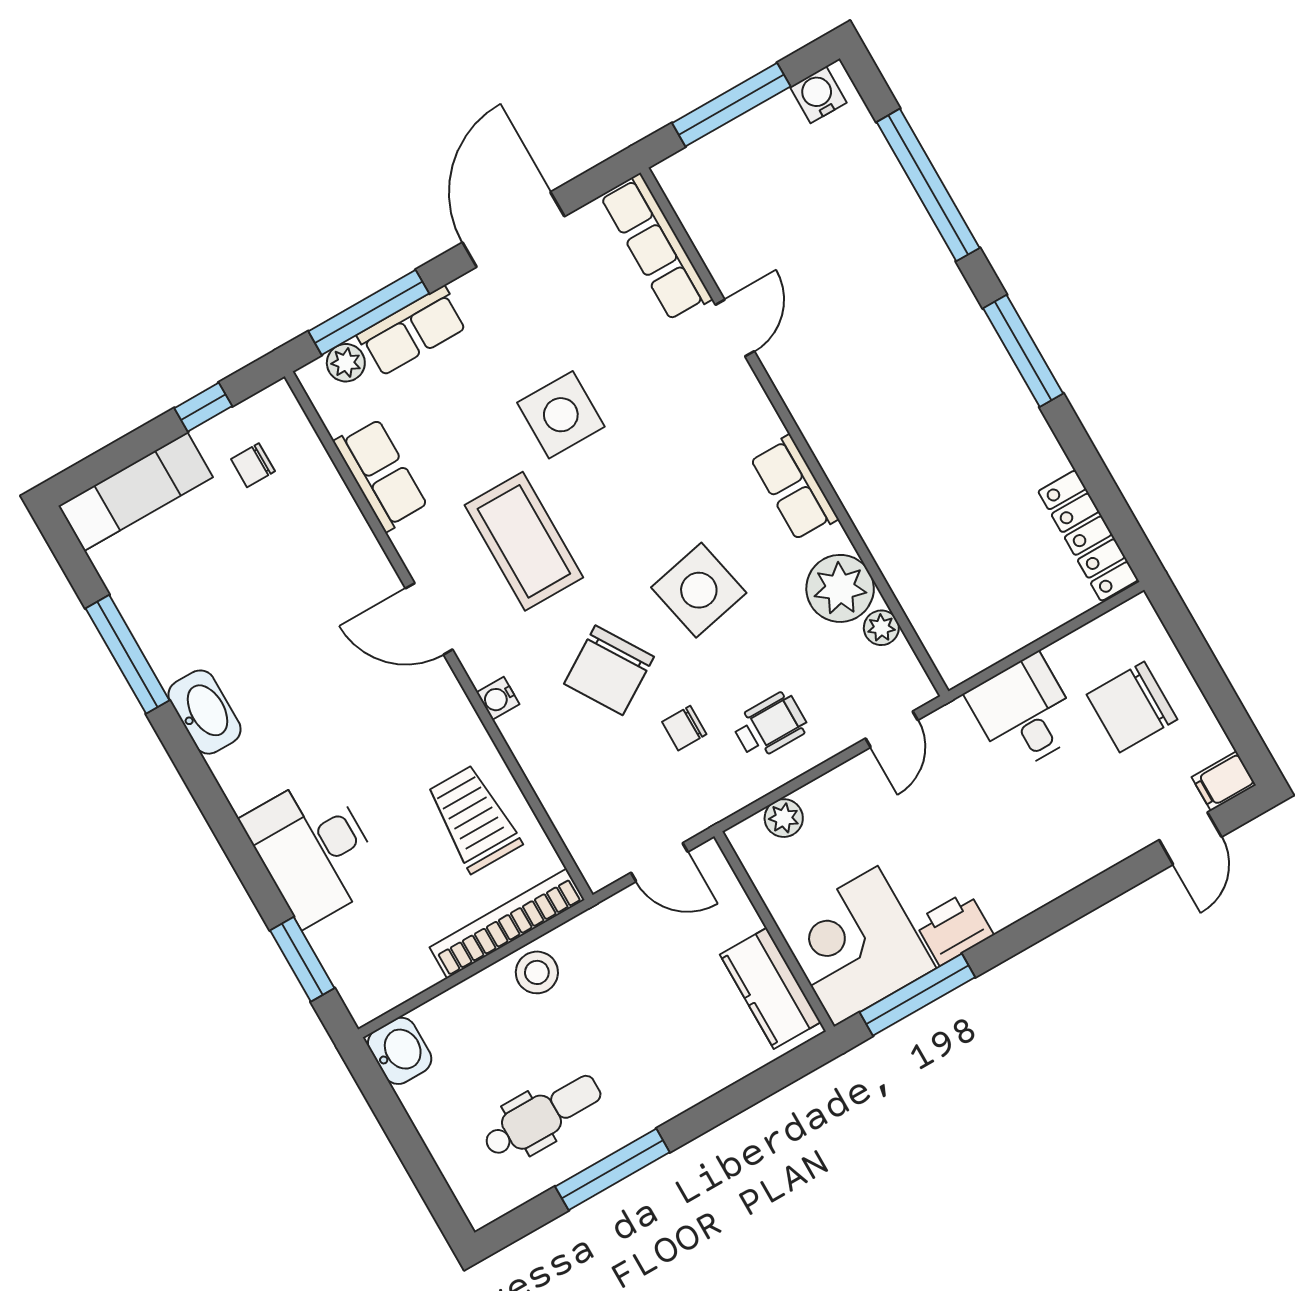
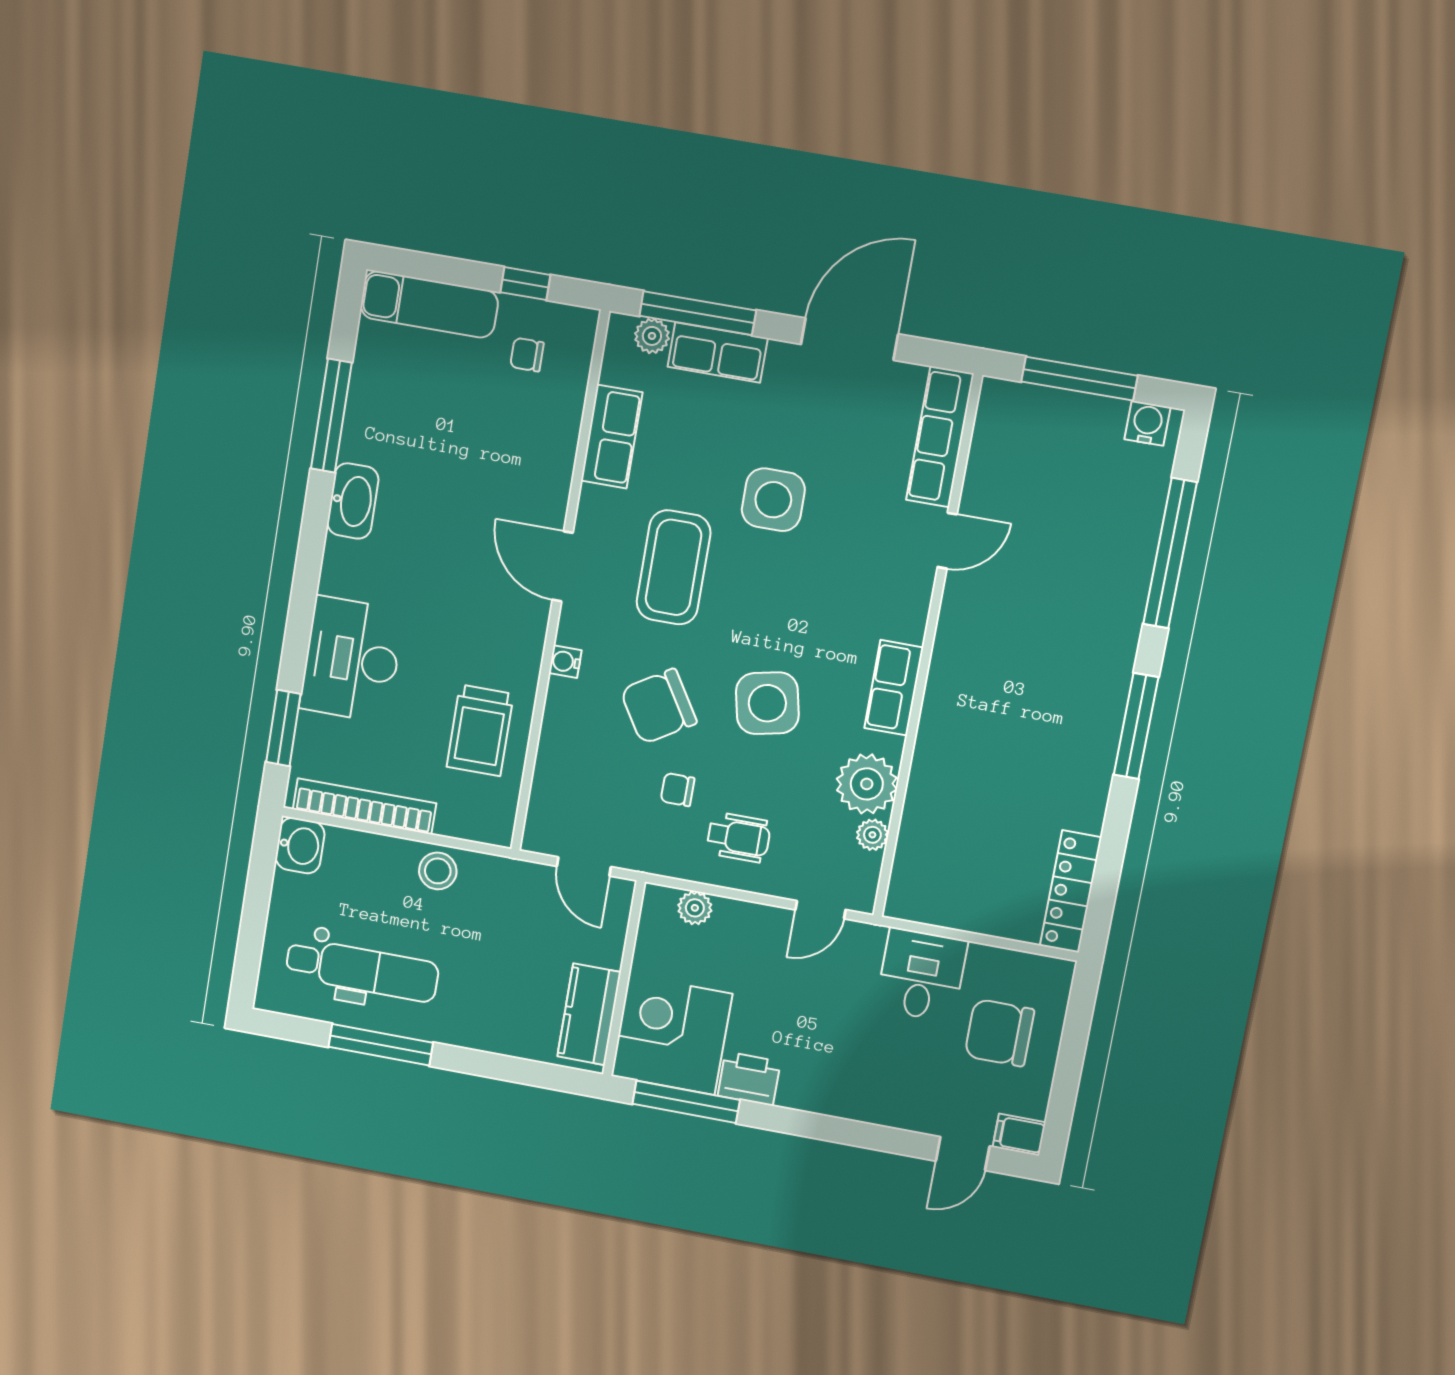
trolley: (474, 819) -> (480, 730), turned 180
bookcase: (507, 924) -> (364, 806), moved
dental chair: (542, 1116) -> (362, 970), width x1.36, depth x1.38

